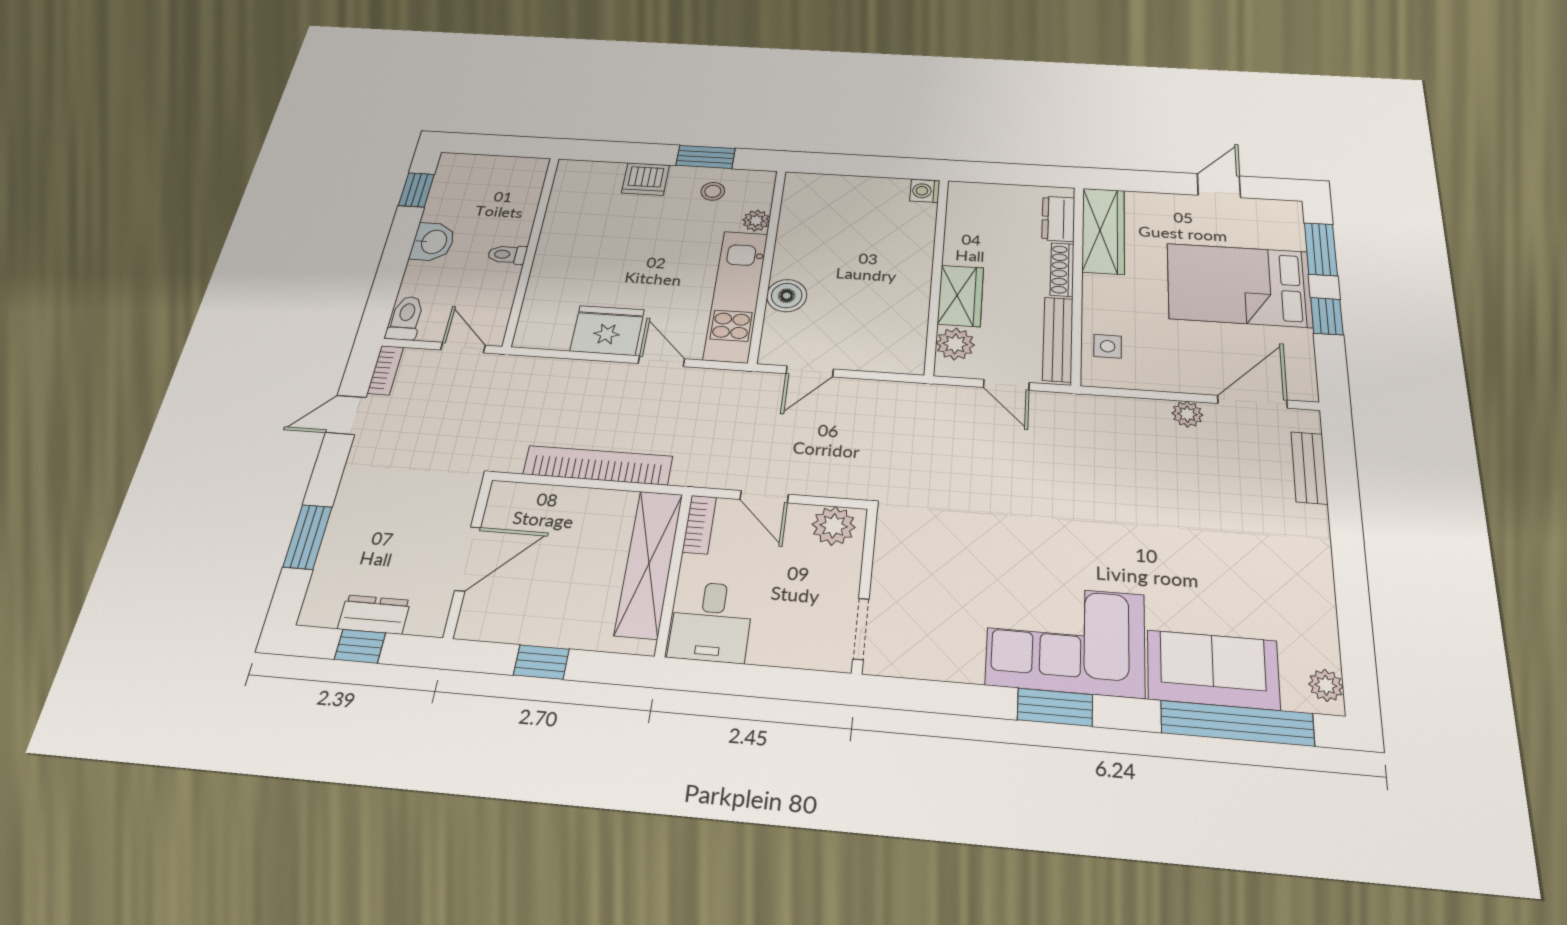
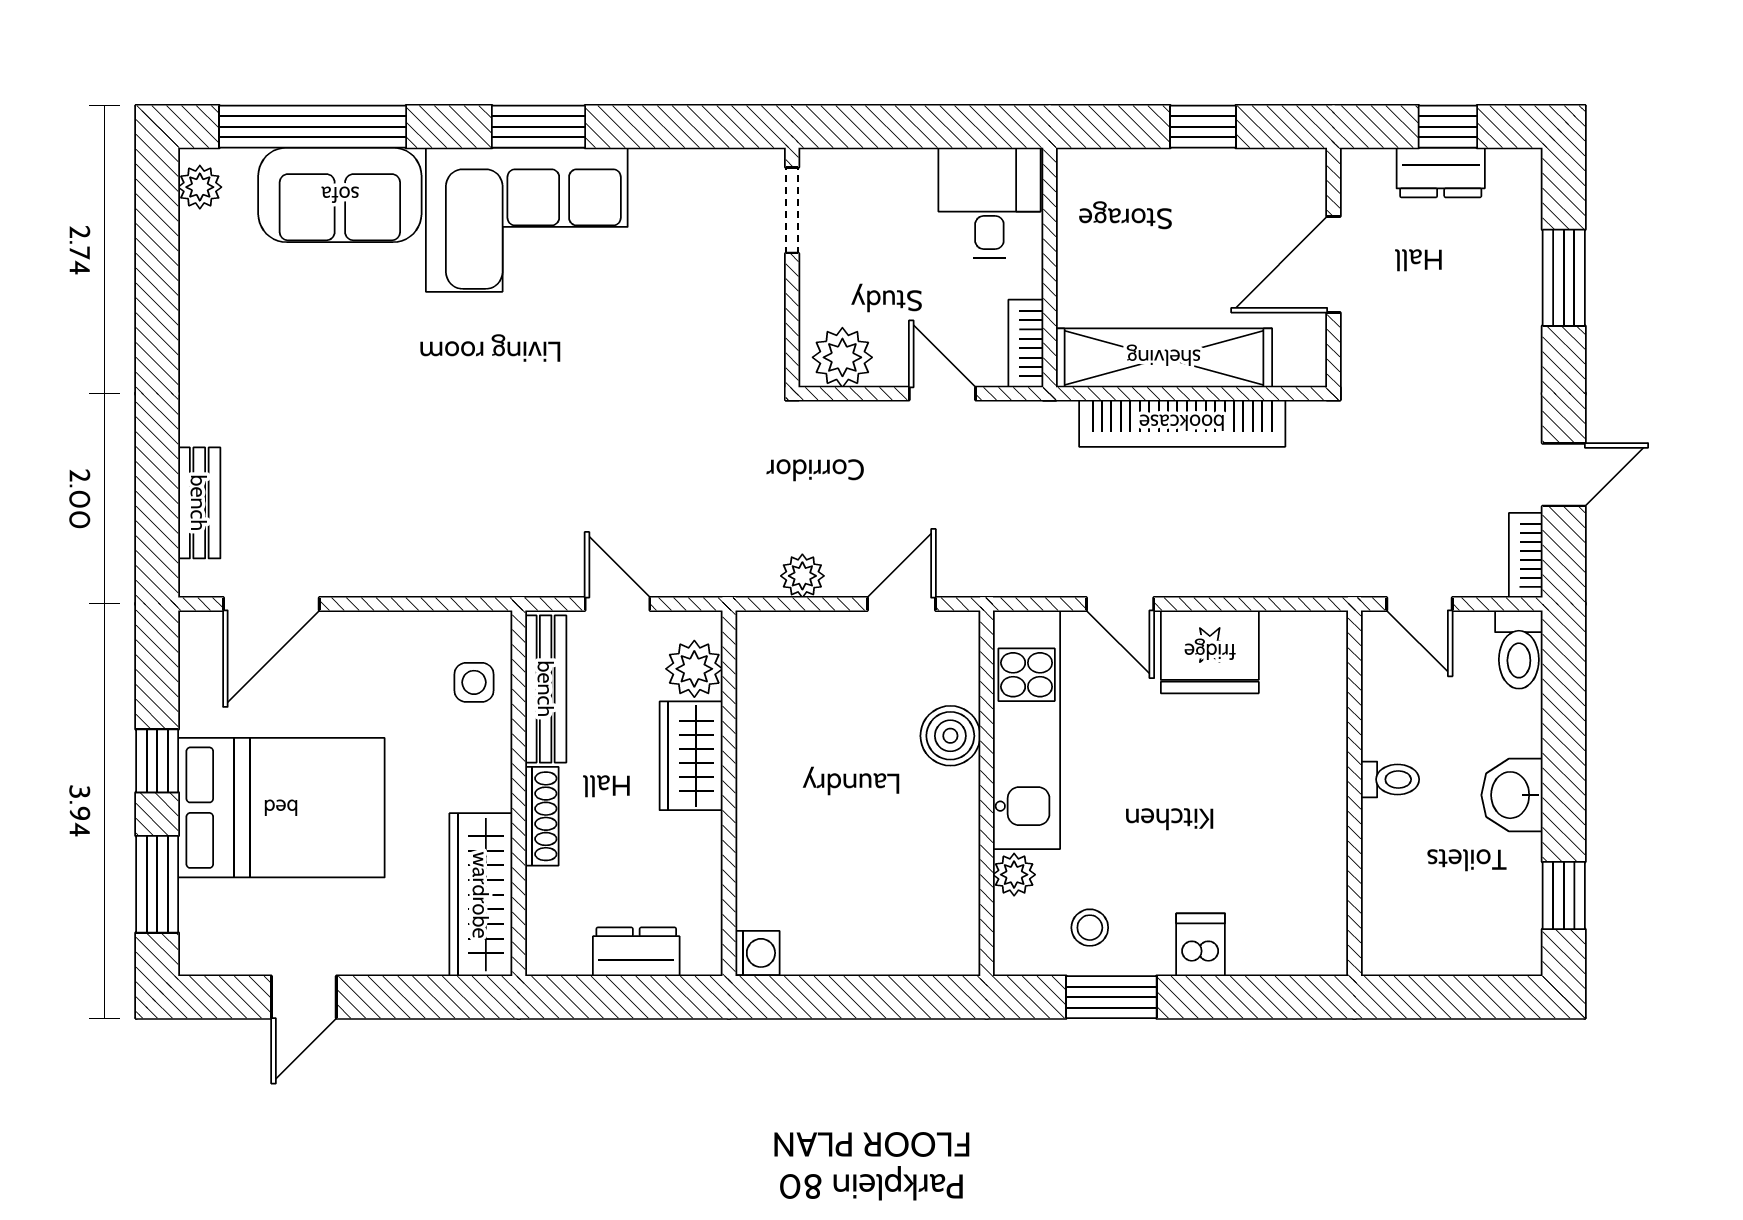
dishwasher: (645, 179) -> (1201, 945), width x0.73
dresser: (1058, 219) -> (636, 952), moved, turned -90
plant: (1187, 414) -> (802, 576), moved
shelving: (649, 563) -> (1164, 358), moved, turned 90

